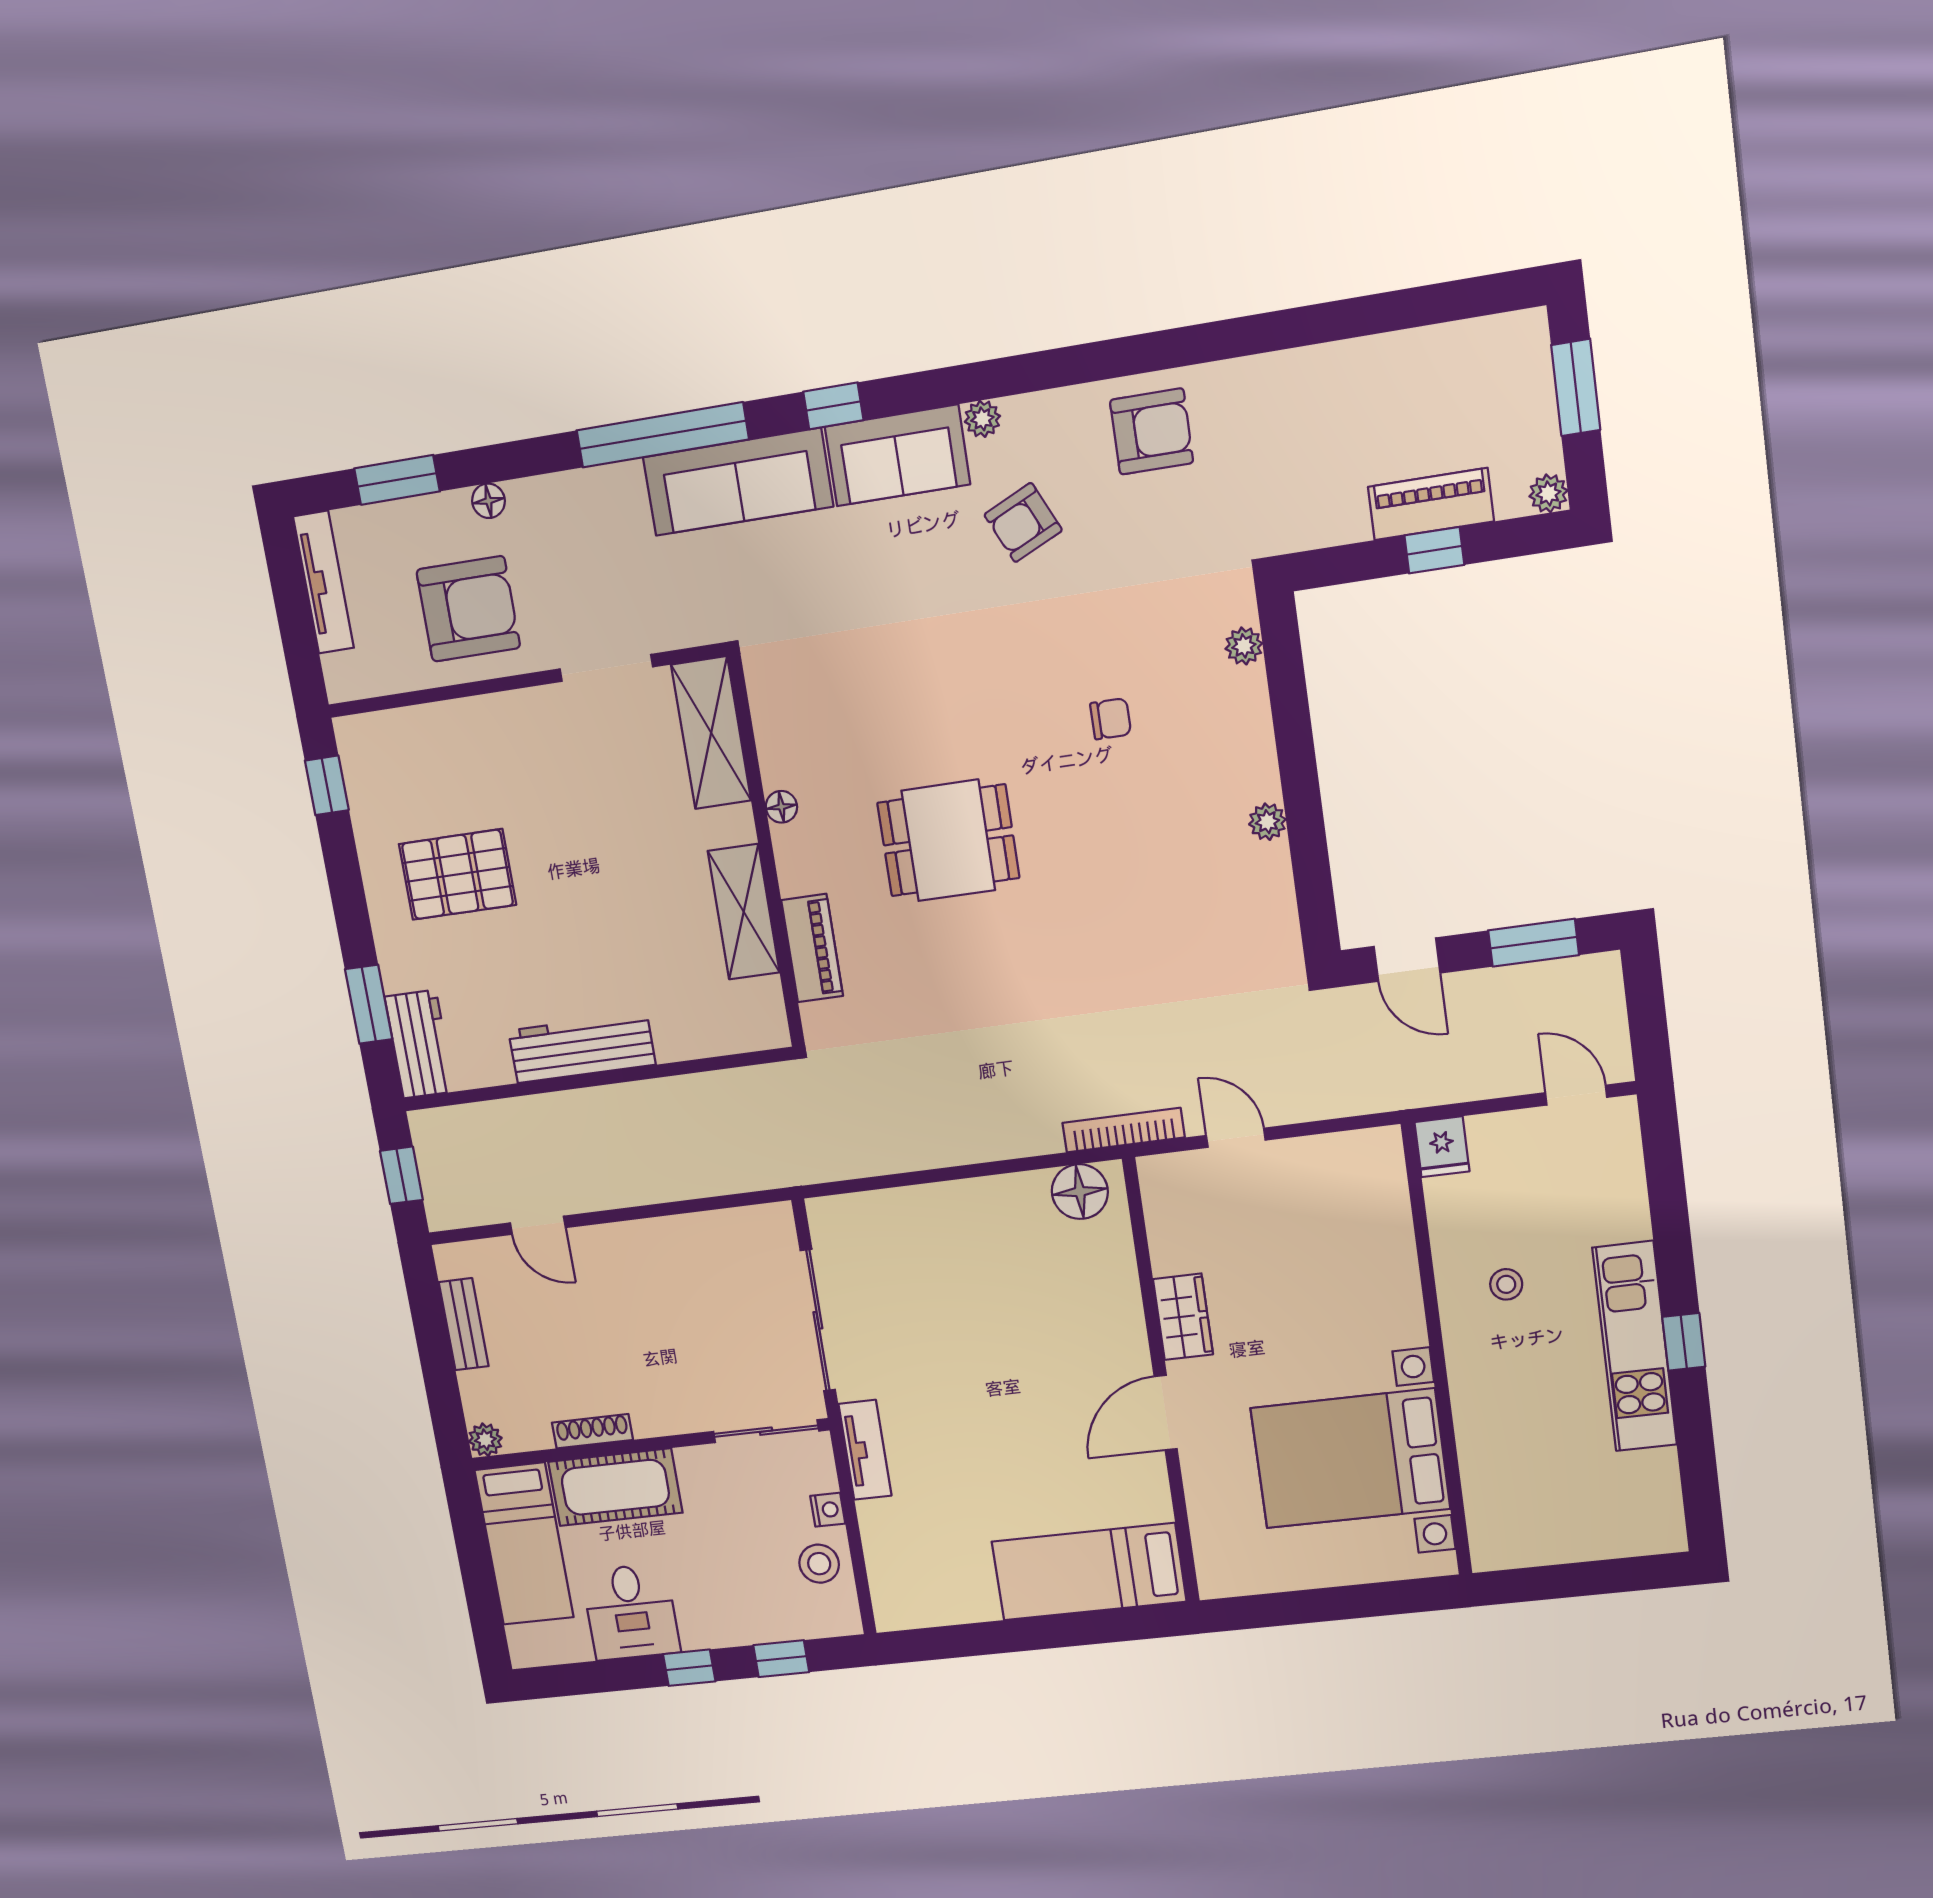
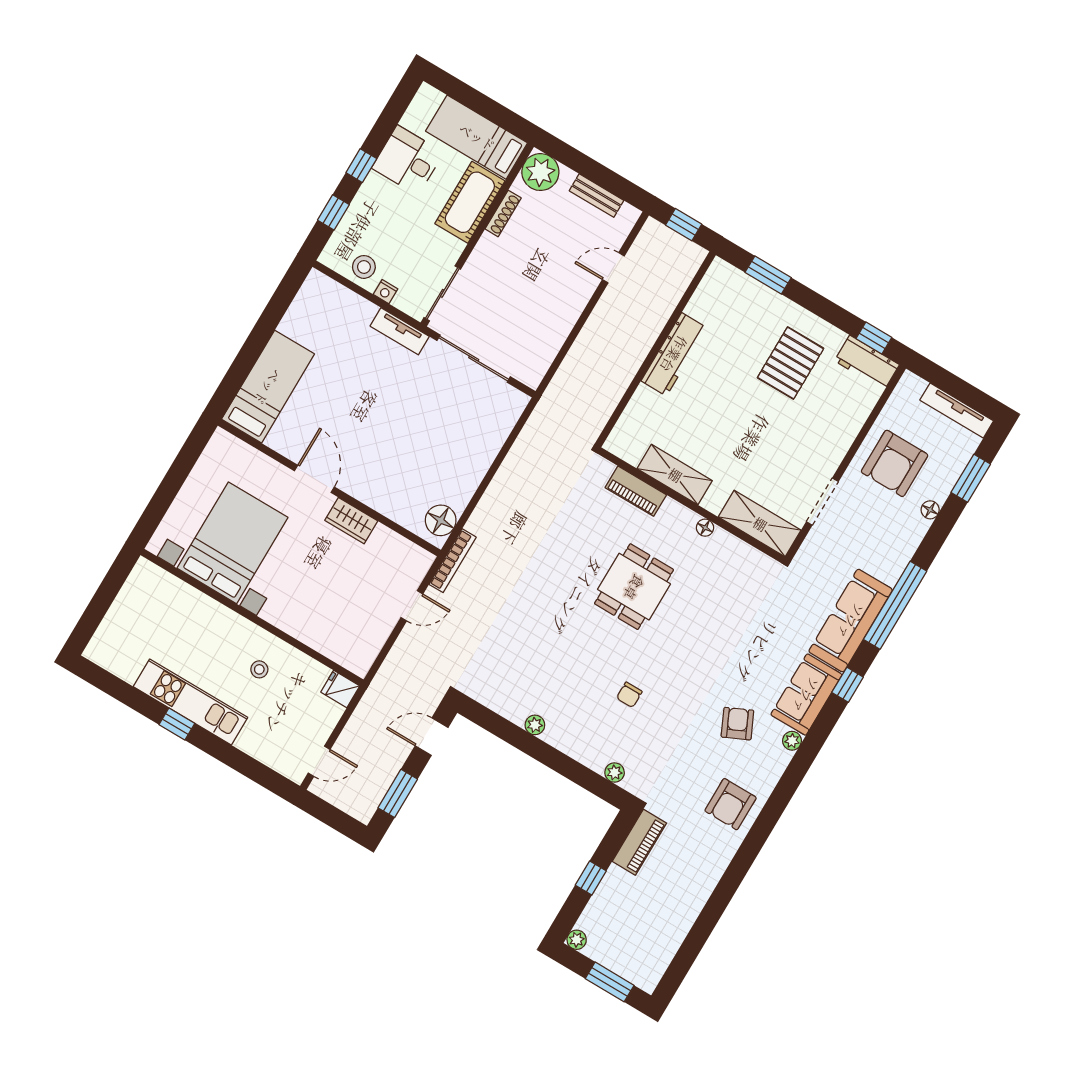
piano: (1431, 504) -> (639, 842), moved
workbench: (420, 1044) -> (867, 363), moved
plant: (485, 1440) -> (540, 172), width x1.87, depth x1.87

